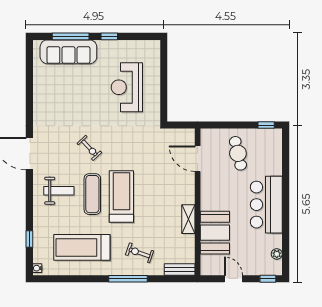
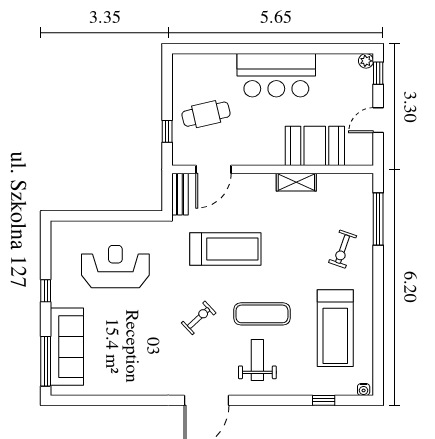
window: (71, 36) -> (46, 361), moved
reception desk: (127, 87) -> (115, 267), turned 180
window: (266, 125) -> (167, 131), moved
treadmill: (121, 196) -> (225, 249), moved, turned 180
plant: (277, 254) -> (366, 61), moved
bench: (180, 269) -> (180, 194), moved
window: (128, 279) -> (378, 219), moved

